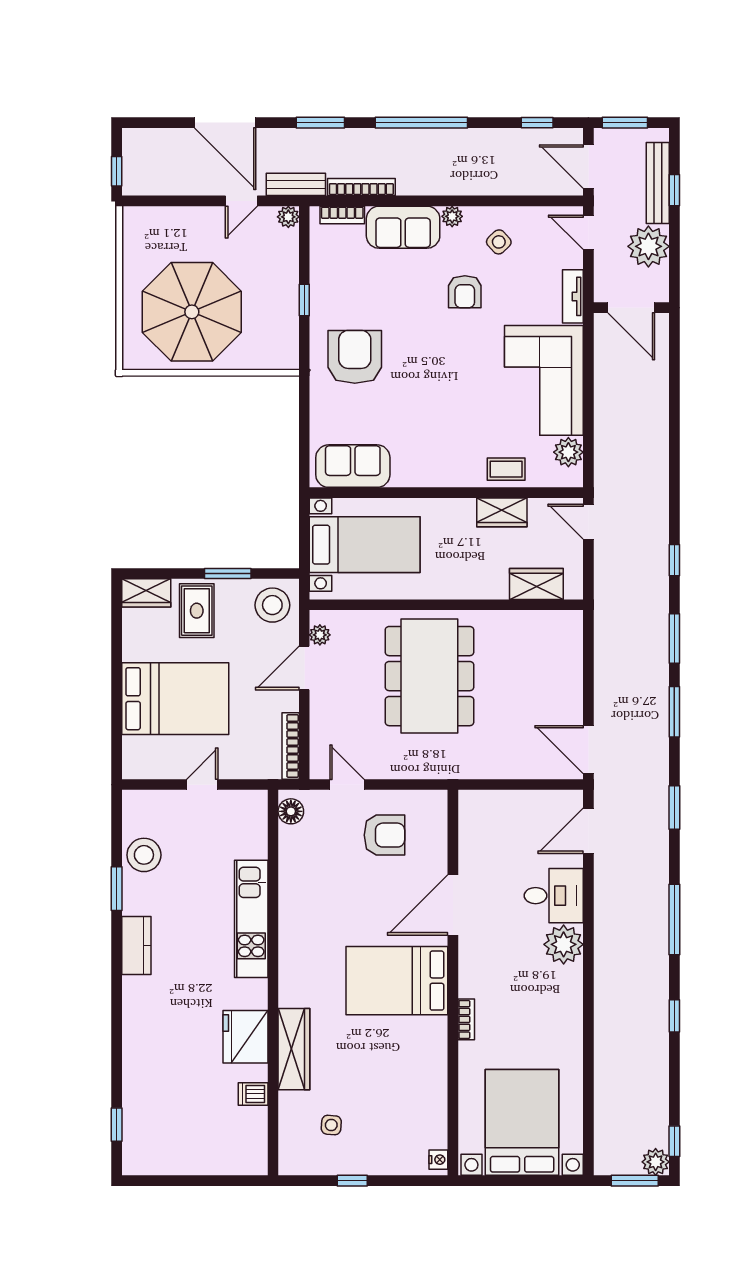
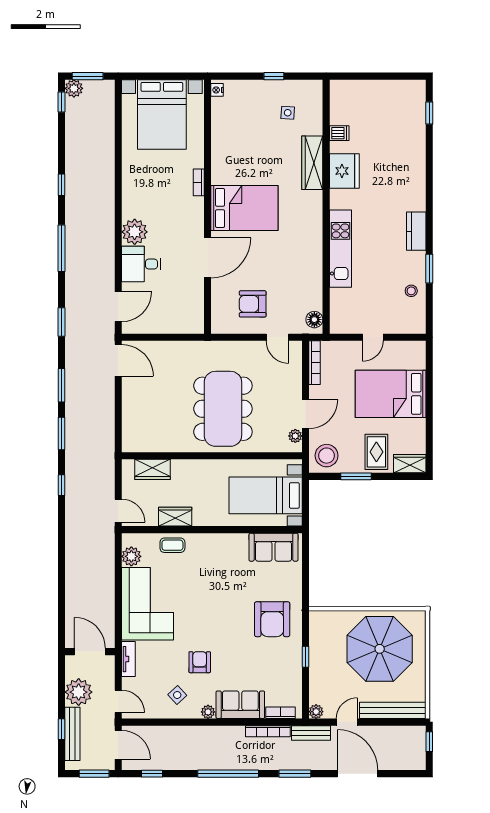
bench: (172, 219) -> (393, 710), added
stool: (144, 855) -> (411, 291), width x0.53, depth x0.53

